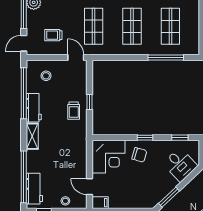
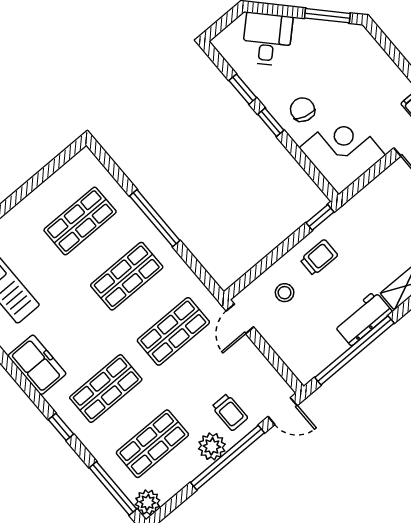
trolley: (53, 35) -> (230, 412), moved
window: (166, 58) -> (155, 218), moved
stool: (46, 76) -> (285, 293), moved
window: (90, 102) -> (320, 217), moved
window: (180, 138) -> (243, 89), moved

